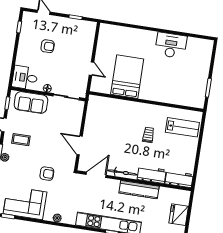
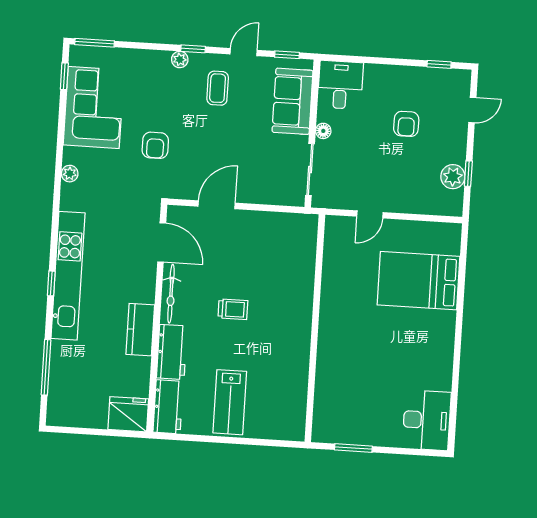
plant: (76, 25) -> (453, 177), added
desk: (171, 45) -> (427, 420), moved
bed: (127, 77) -> (419, 281), moved, turned 180
lab bench: (182, 127) -> (230, 402), moved
trolley: (148, 135) -> (233, 309), moved
kitchen counter: (139, 190) -> (140, 330), width x0.67
fridge: (179, 215) -> (128, 414), moved

